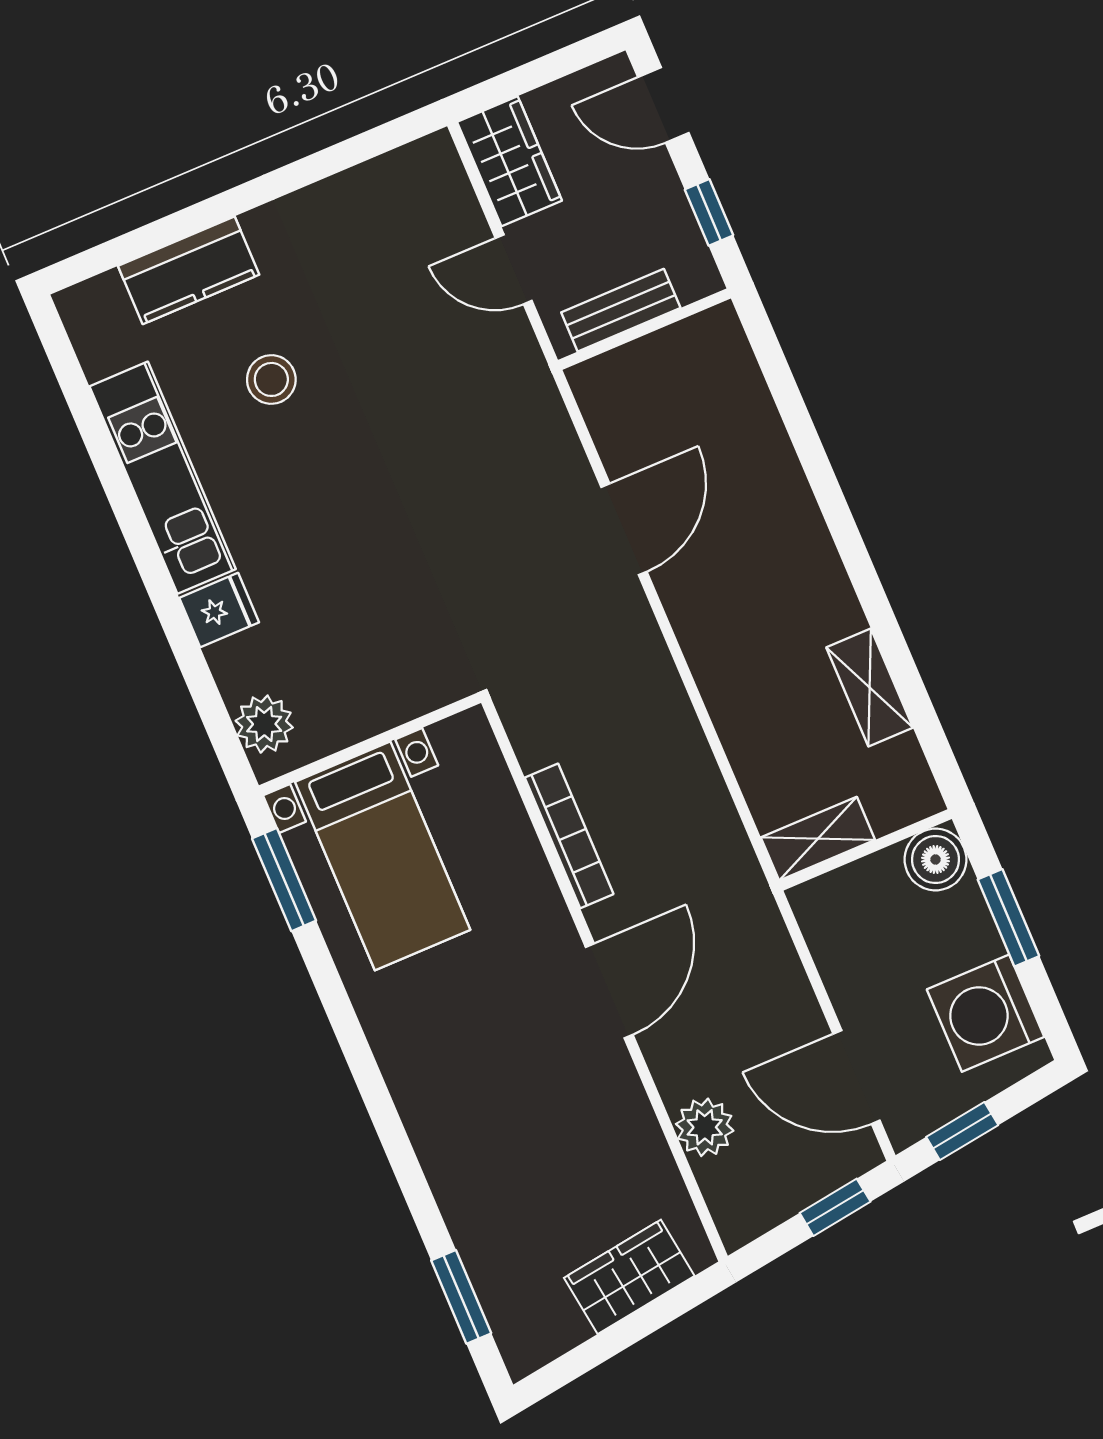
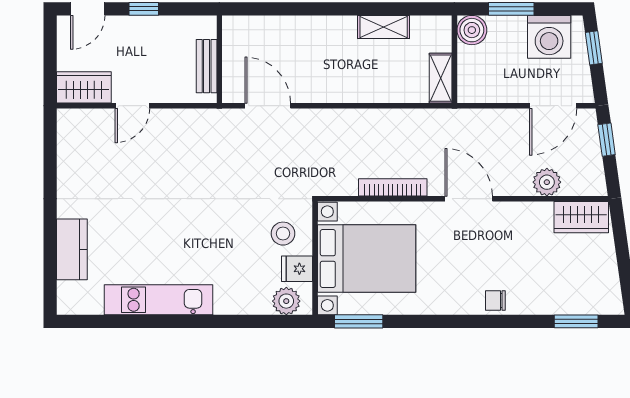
bench: (621, 310) -> (207, 66), moved
wall: (644, 329) -> (219, 59), moved
stool: (271, 379) -> (283, 234), moved
fridge: (219, 610) -> (297, 269), moved, turned -90
bed with nightstands: (383, 856) -> (367, 259), width x1.36
chair: (436, 1125) -> (495, 300), added
window: (962, 1131) -> (594, 48), moved
wardrobe: (629, 1277) -> (581, 217), moved, turned -82

